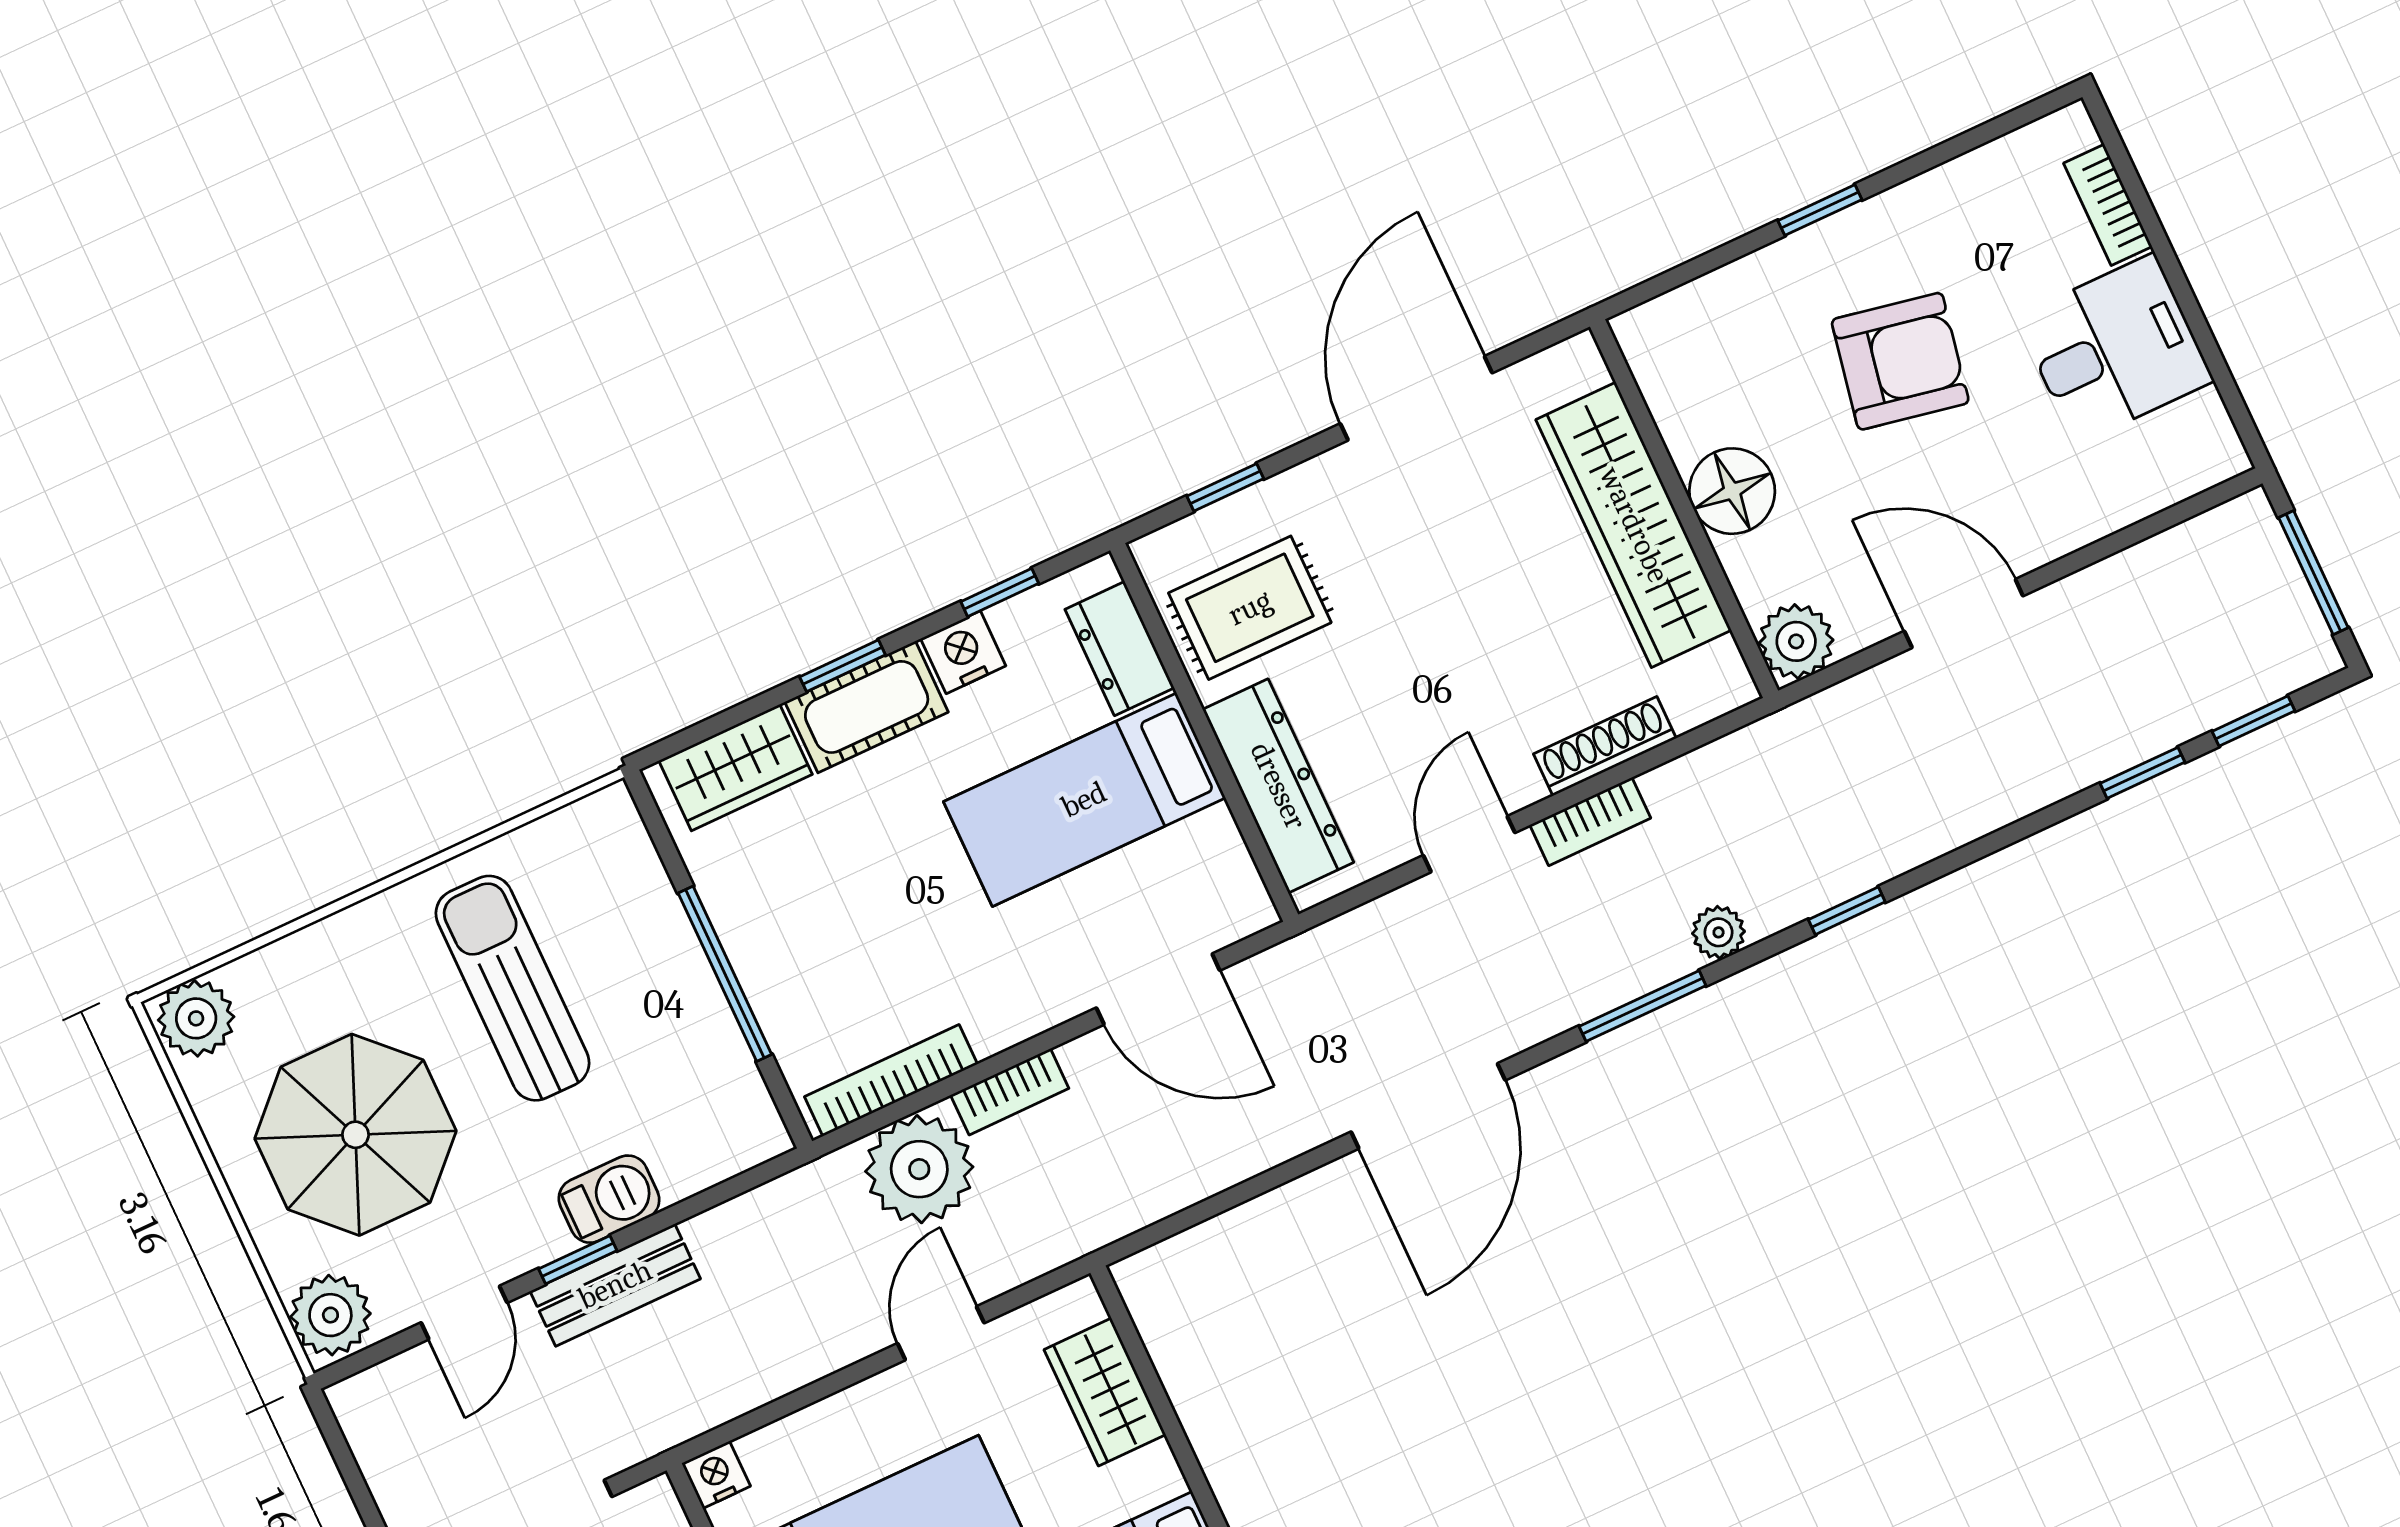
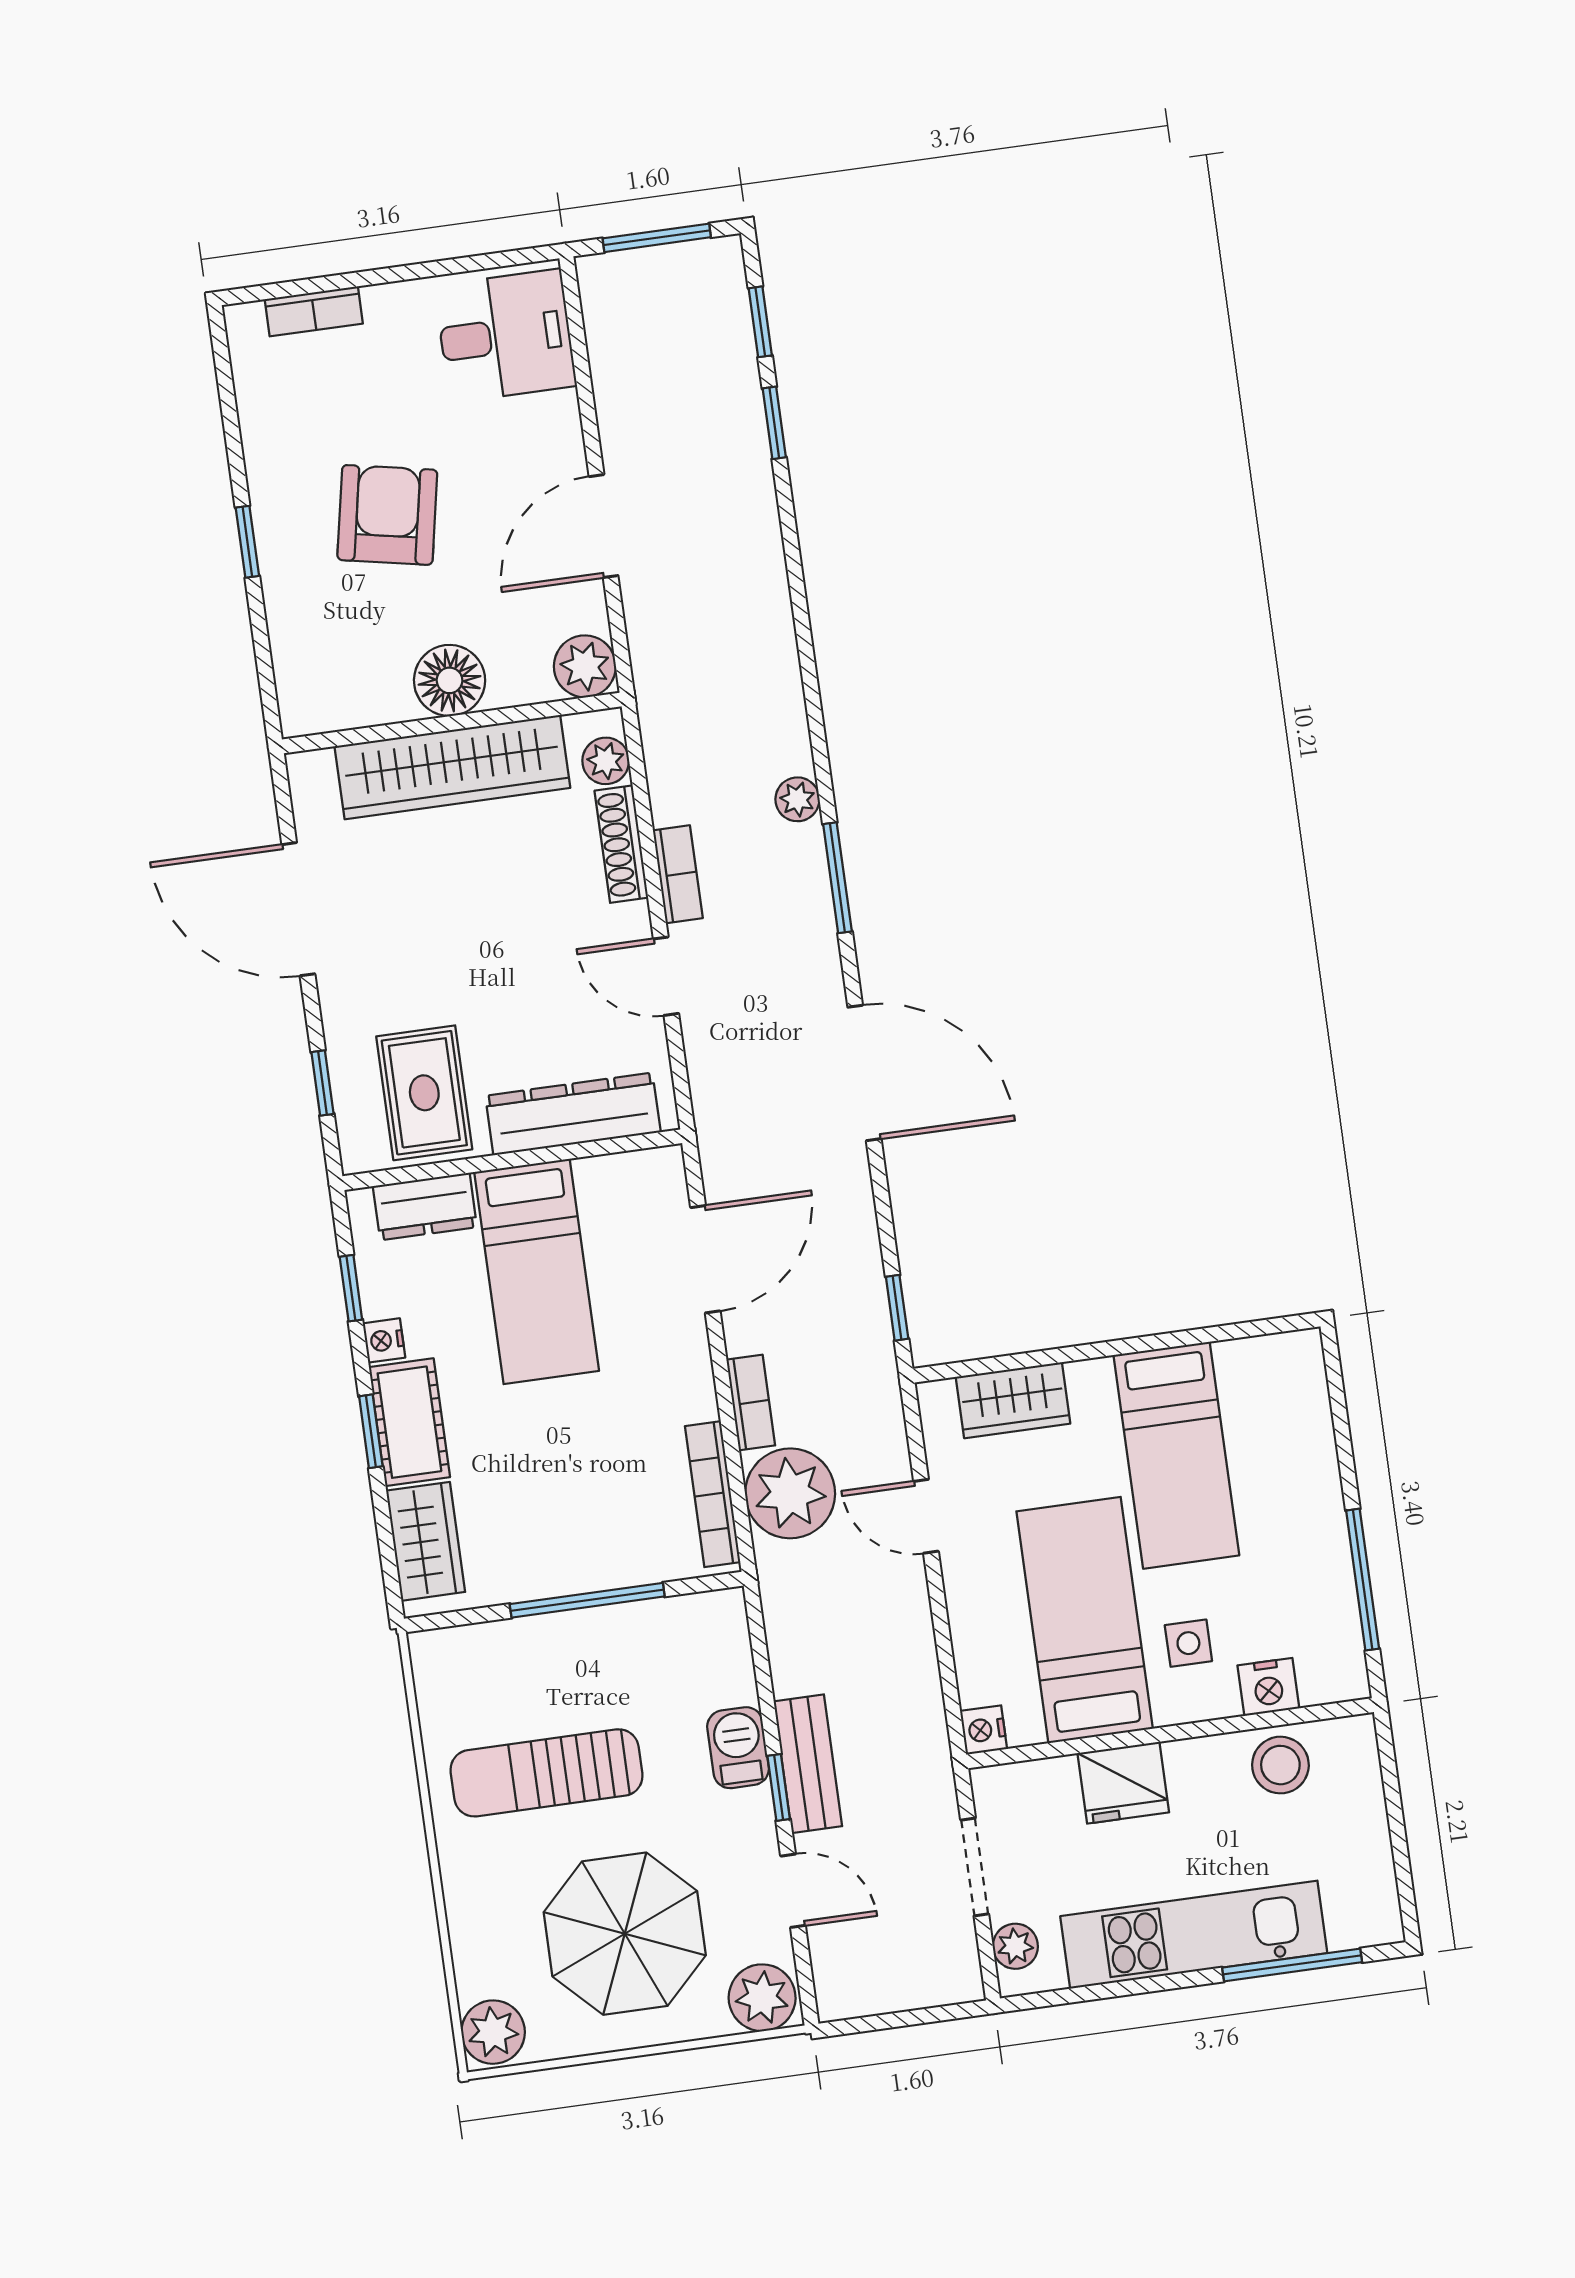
desk: (2115, 349) -> (505, 336), moved, turned 90
nightstand: (963, 652) -> (384, 1340), width x0.72, depth x0.74
plant: (1695, 699) -> (606, 761), added
window: (1847, 911) -> (897, 1308), moved

